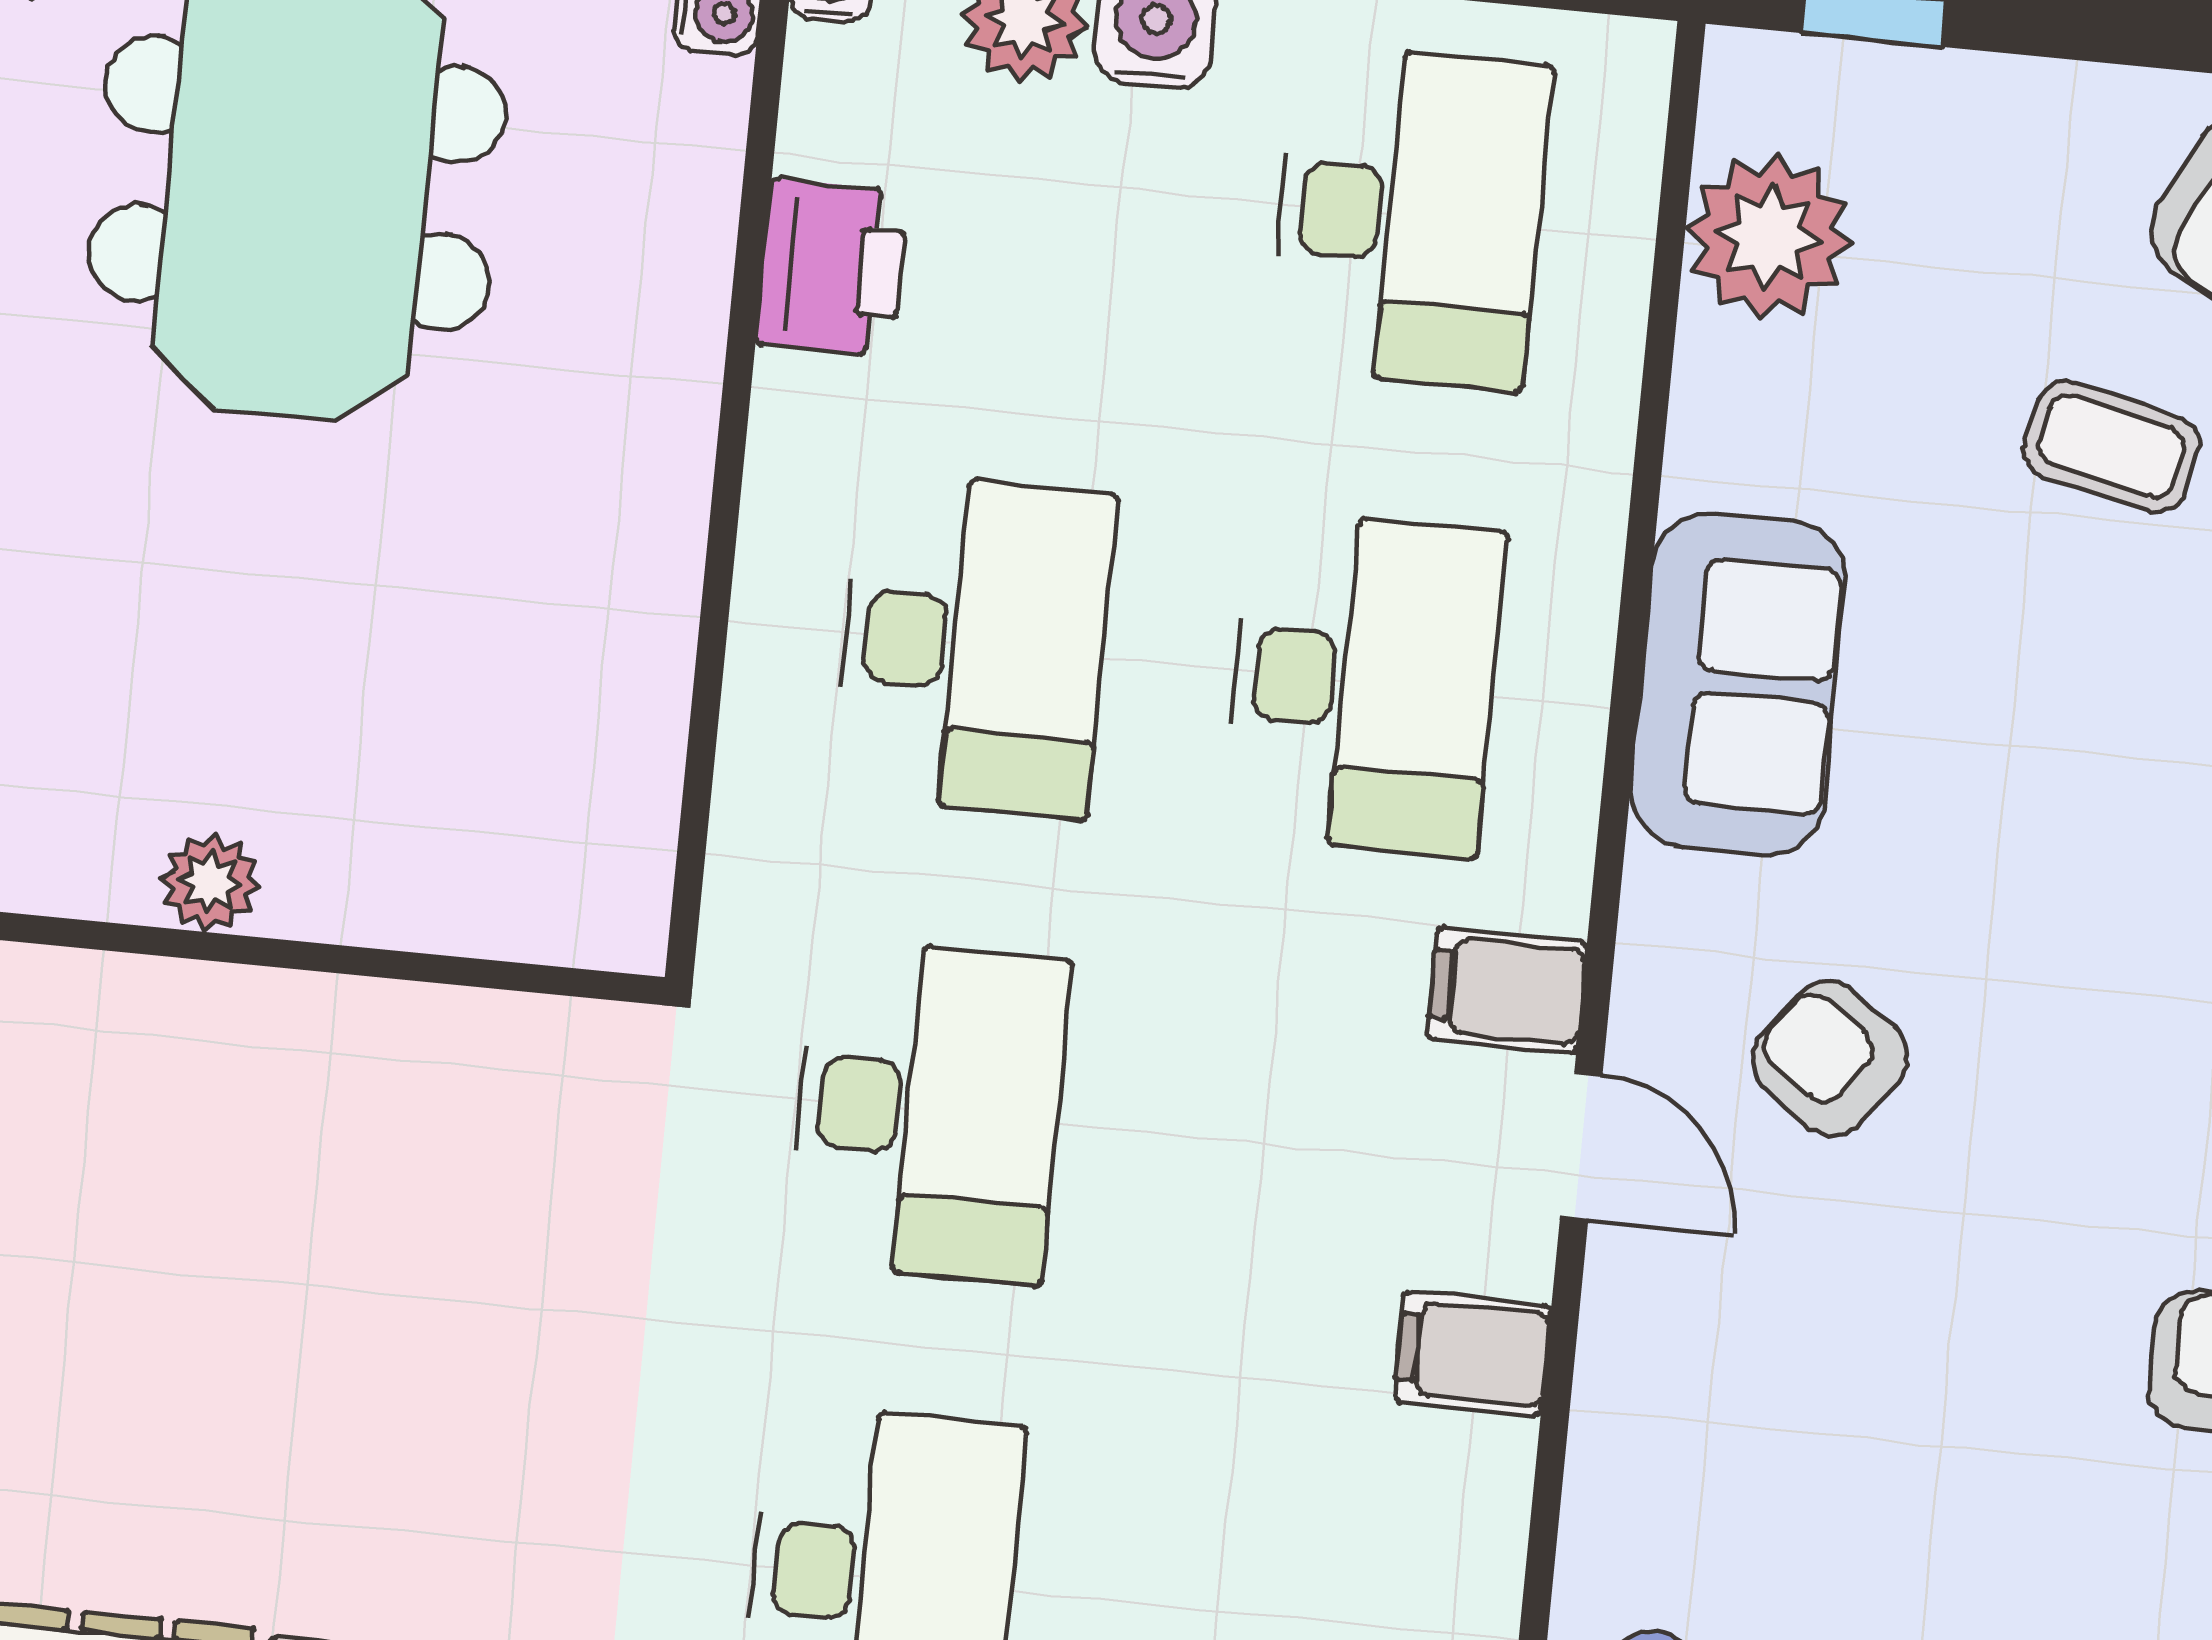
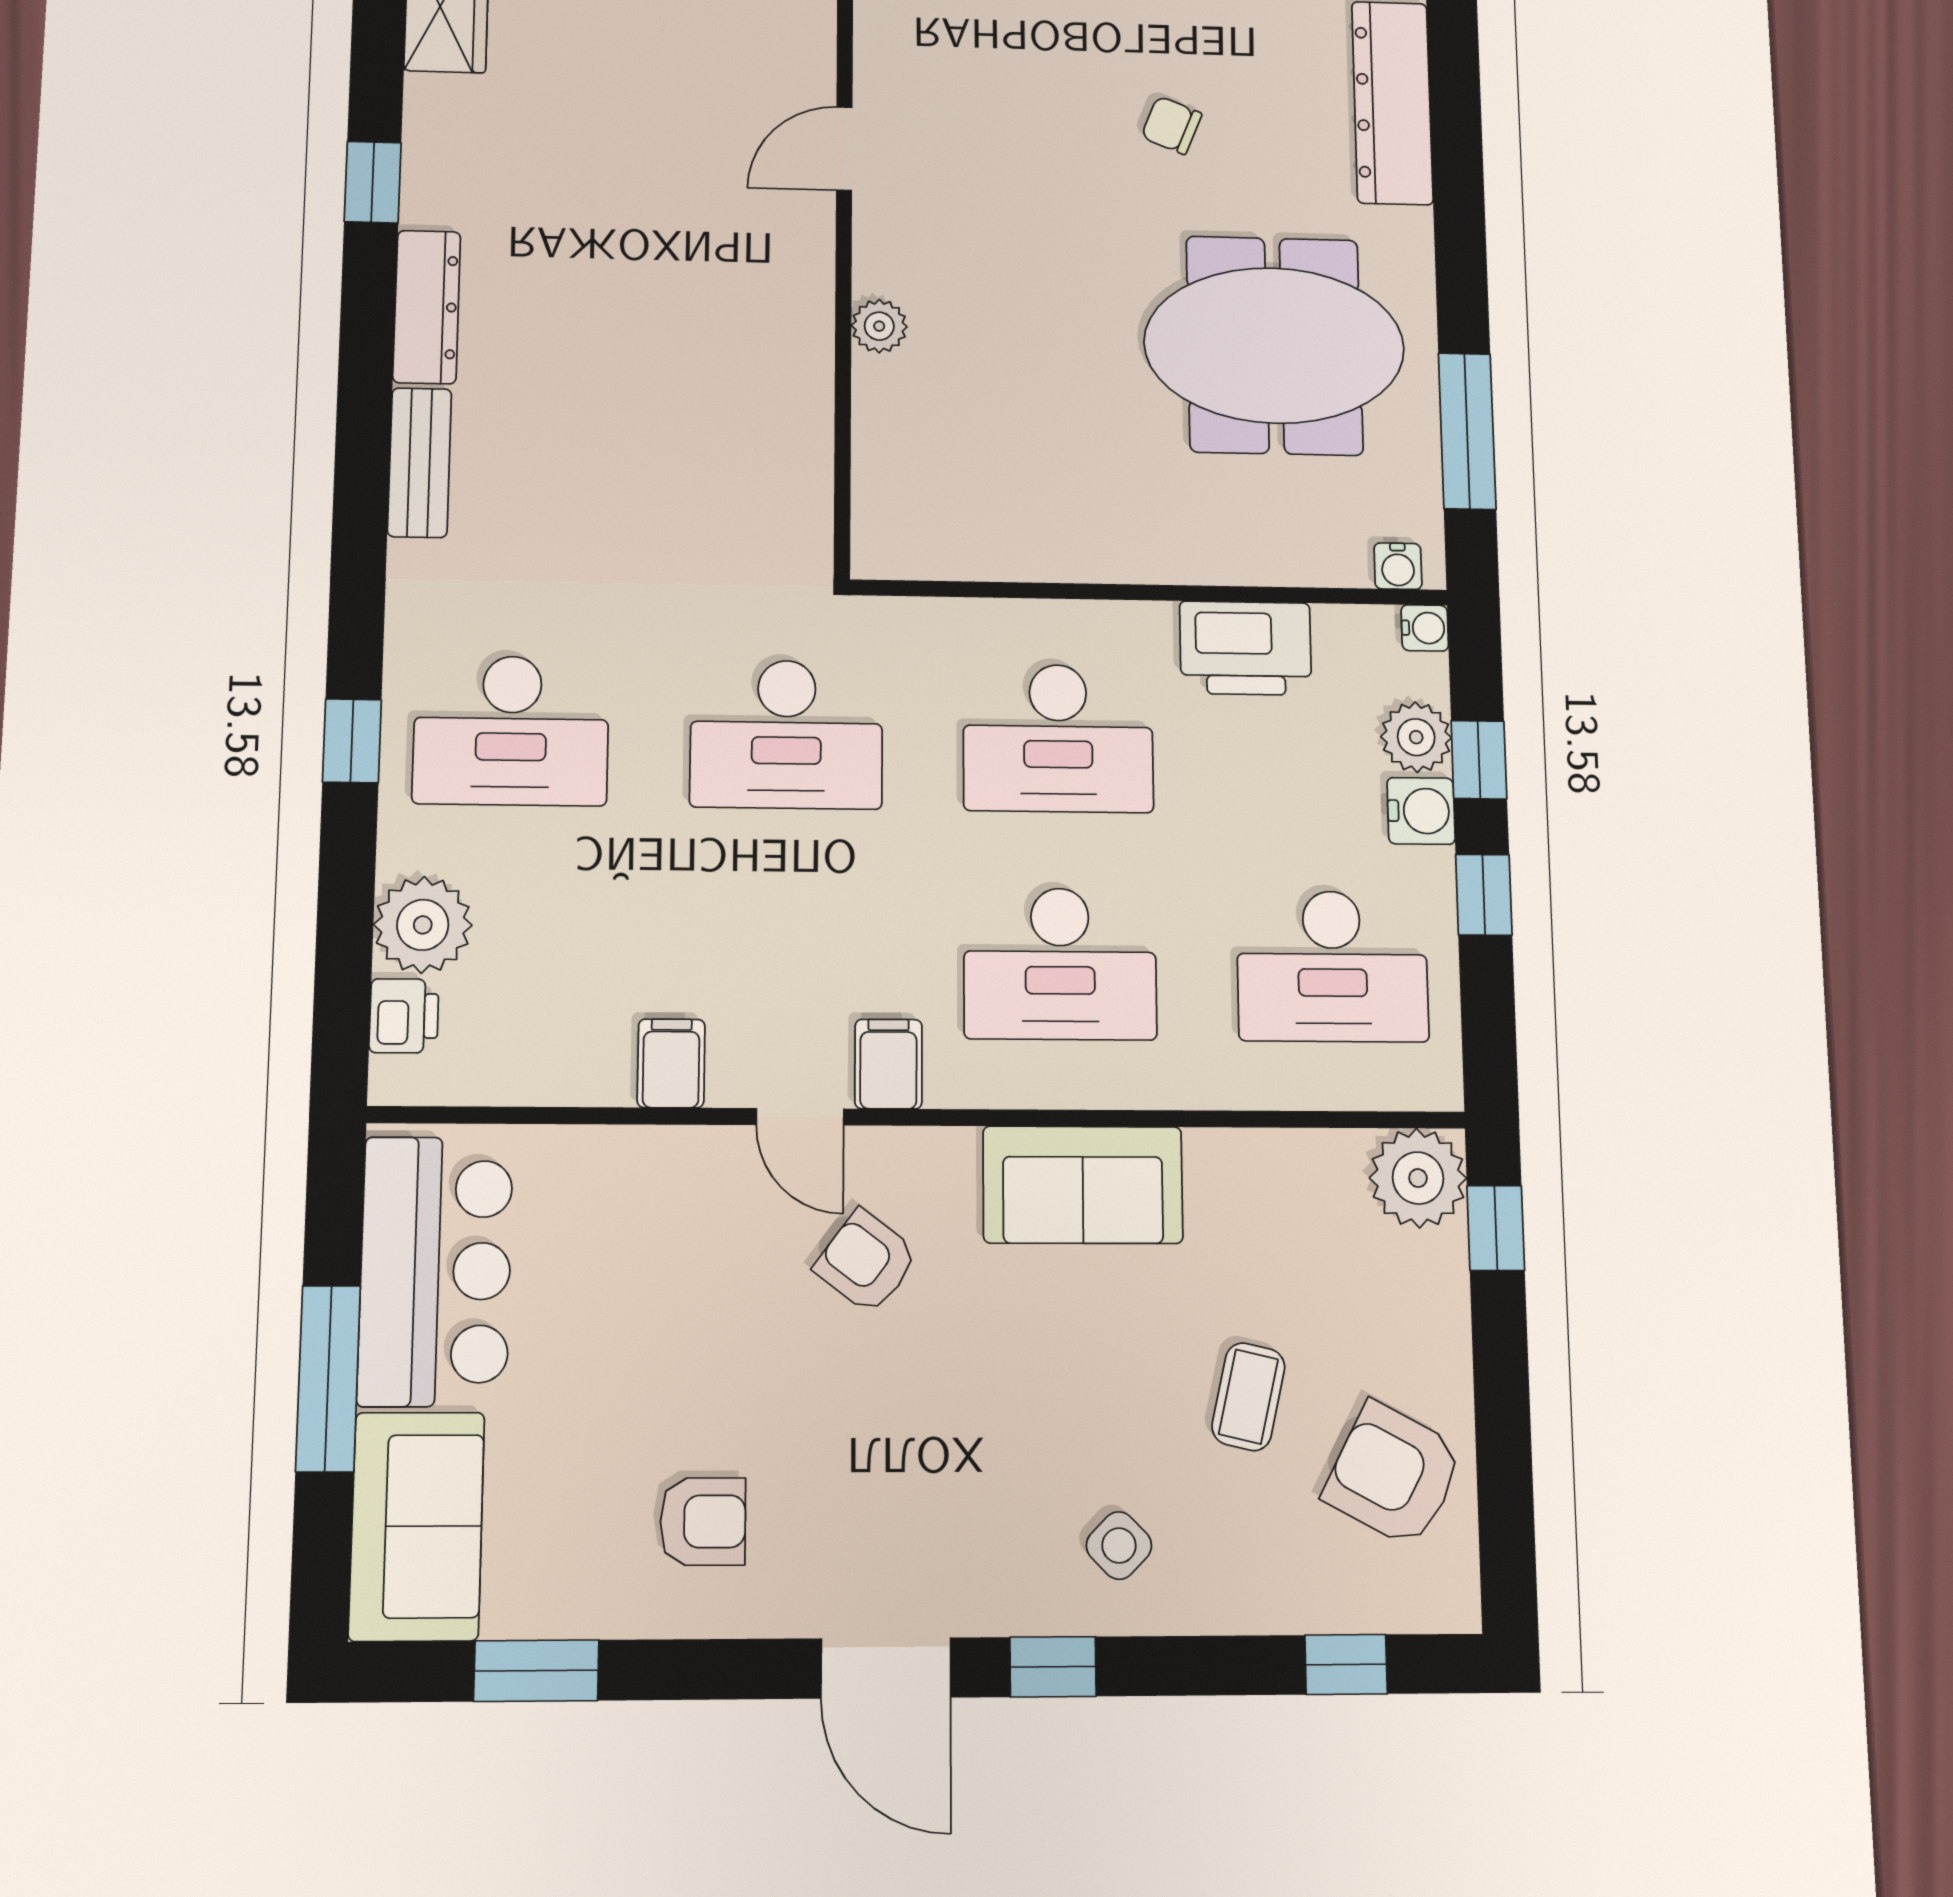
plant: (1769, 236) -> (1418, 1178), moved
printer: (832, 268) -> (1246, 648), width x1.37, depth x1.19
armchair: (1830, 1058) -> (866, 1262), turned -89
door: (1581, 1146) -> (800, 1117), hinge flipped

